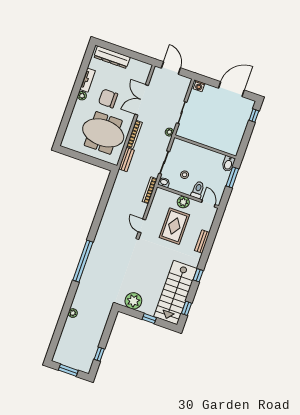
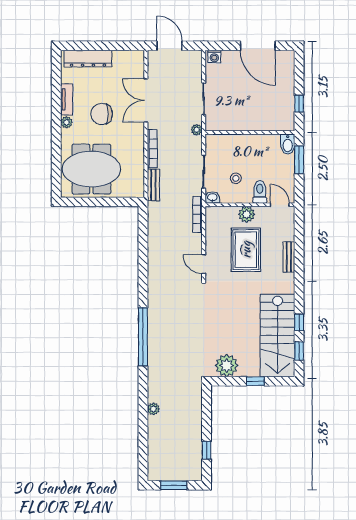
door: (231, 89) -> (258, 46), swing flipped
window: (254, 116) -> (299, 104), moved
meeting table: (103, 133) -> (91, 169), moved
window: (198, 275) -> (299, 322), moved

